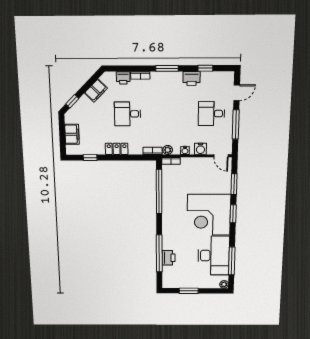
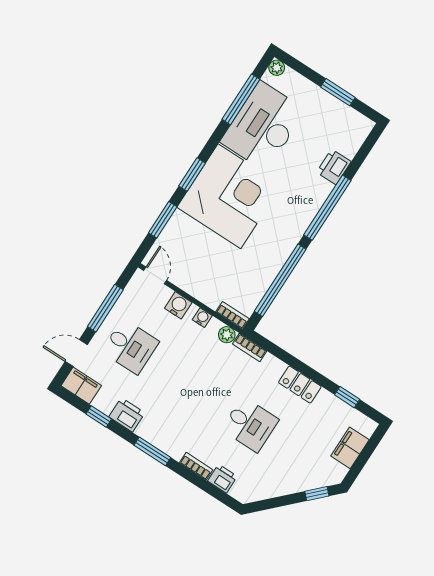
filing cabinet: (96, 91) -> (81, 386), moved, turned 45
window: (159, 253) -> (327, 208), moved

